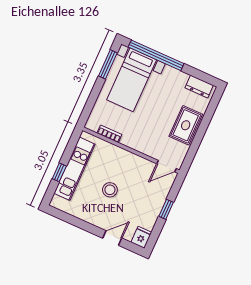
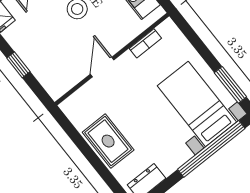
door: (166, 166) -> (102, 67), moved

